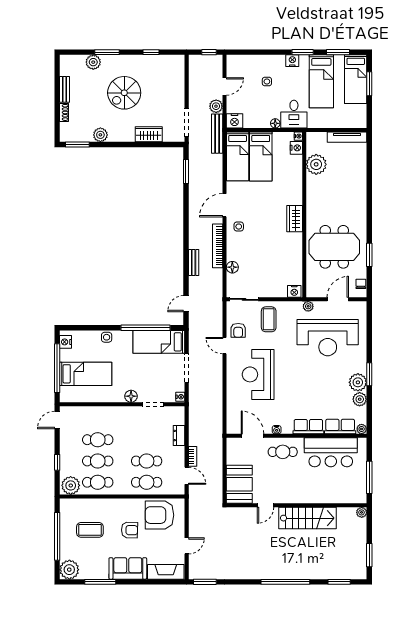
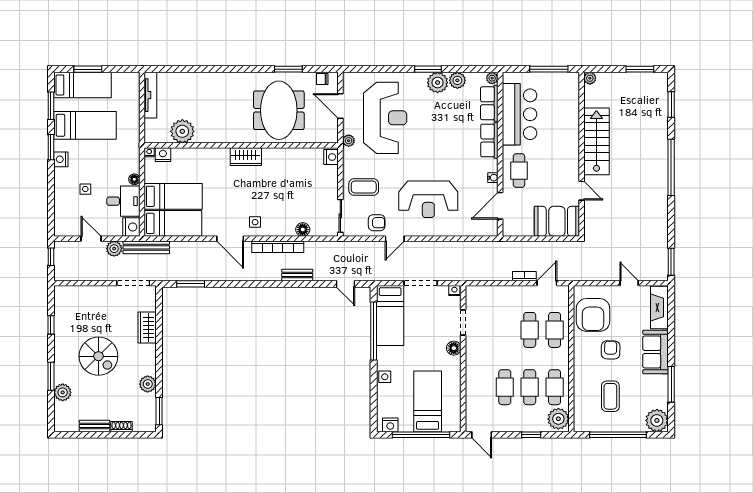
desk: (294, 114) -> (123, 201), moved
dresser: (179, 436) -> (500, 292), removed

